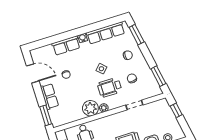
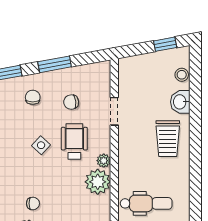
window: (158, 76) -> (55, 64), moved
wheelchair: (110, 87) -> (74, 142), turned 180
window: (176, 110) -> (165, 44), moved

